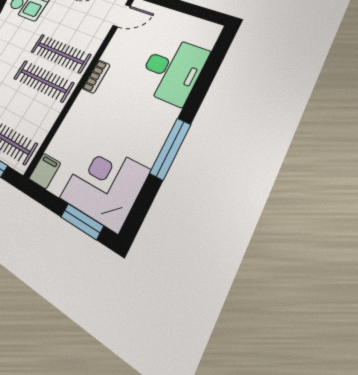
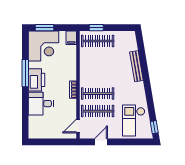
desk: (172, 70) -> (41, 104), width x0.73
clothes rail: (43, 81) -> (98, 111), moved
printer: (154, 124) -> (37, 80), added

